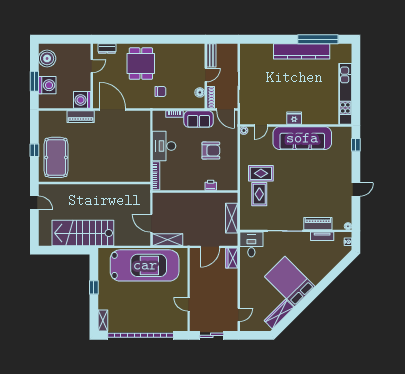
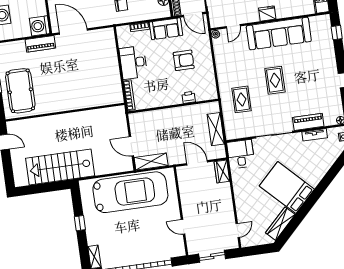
rug: (261, 173) -> (275, 80), moved, turned 90
door: (210, 247) -> (197, 163), swing flipped

